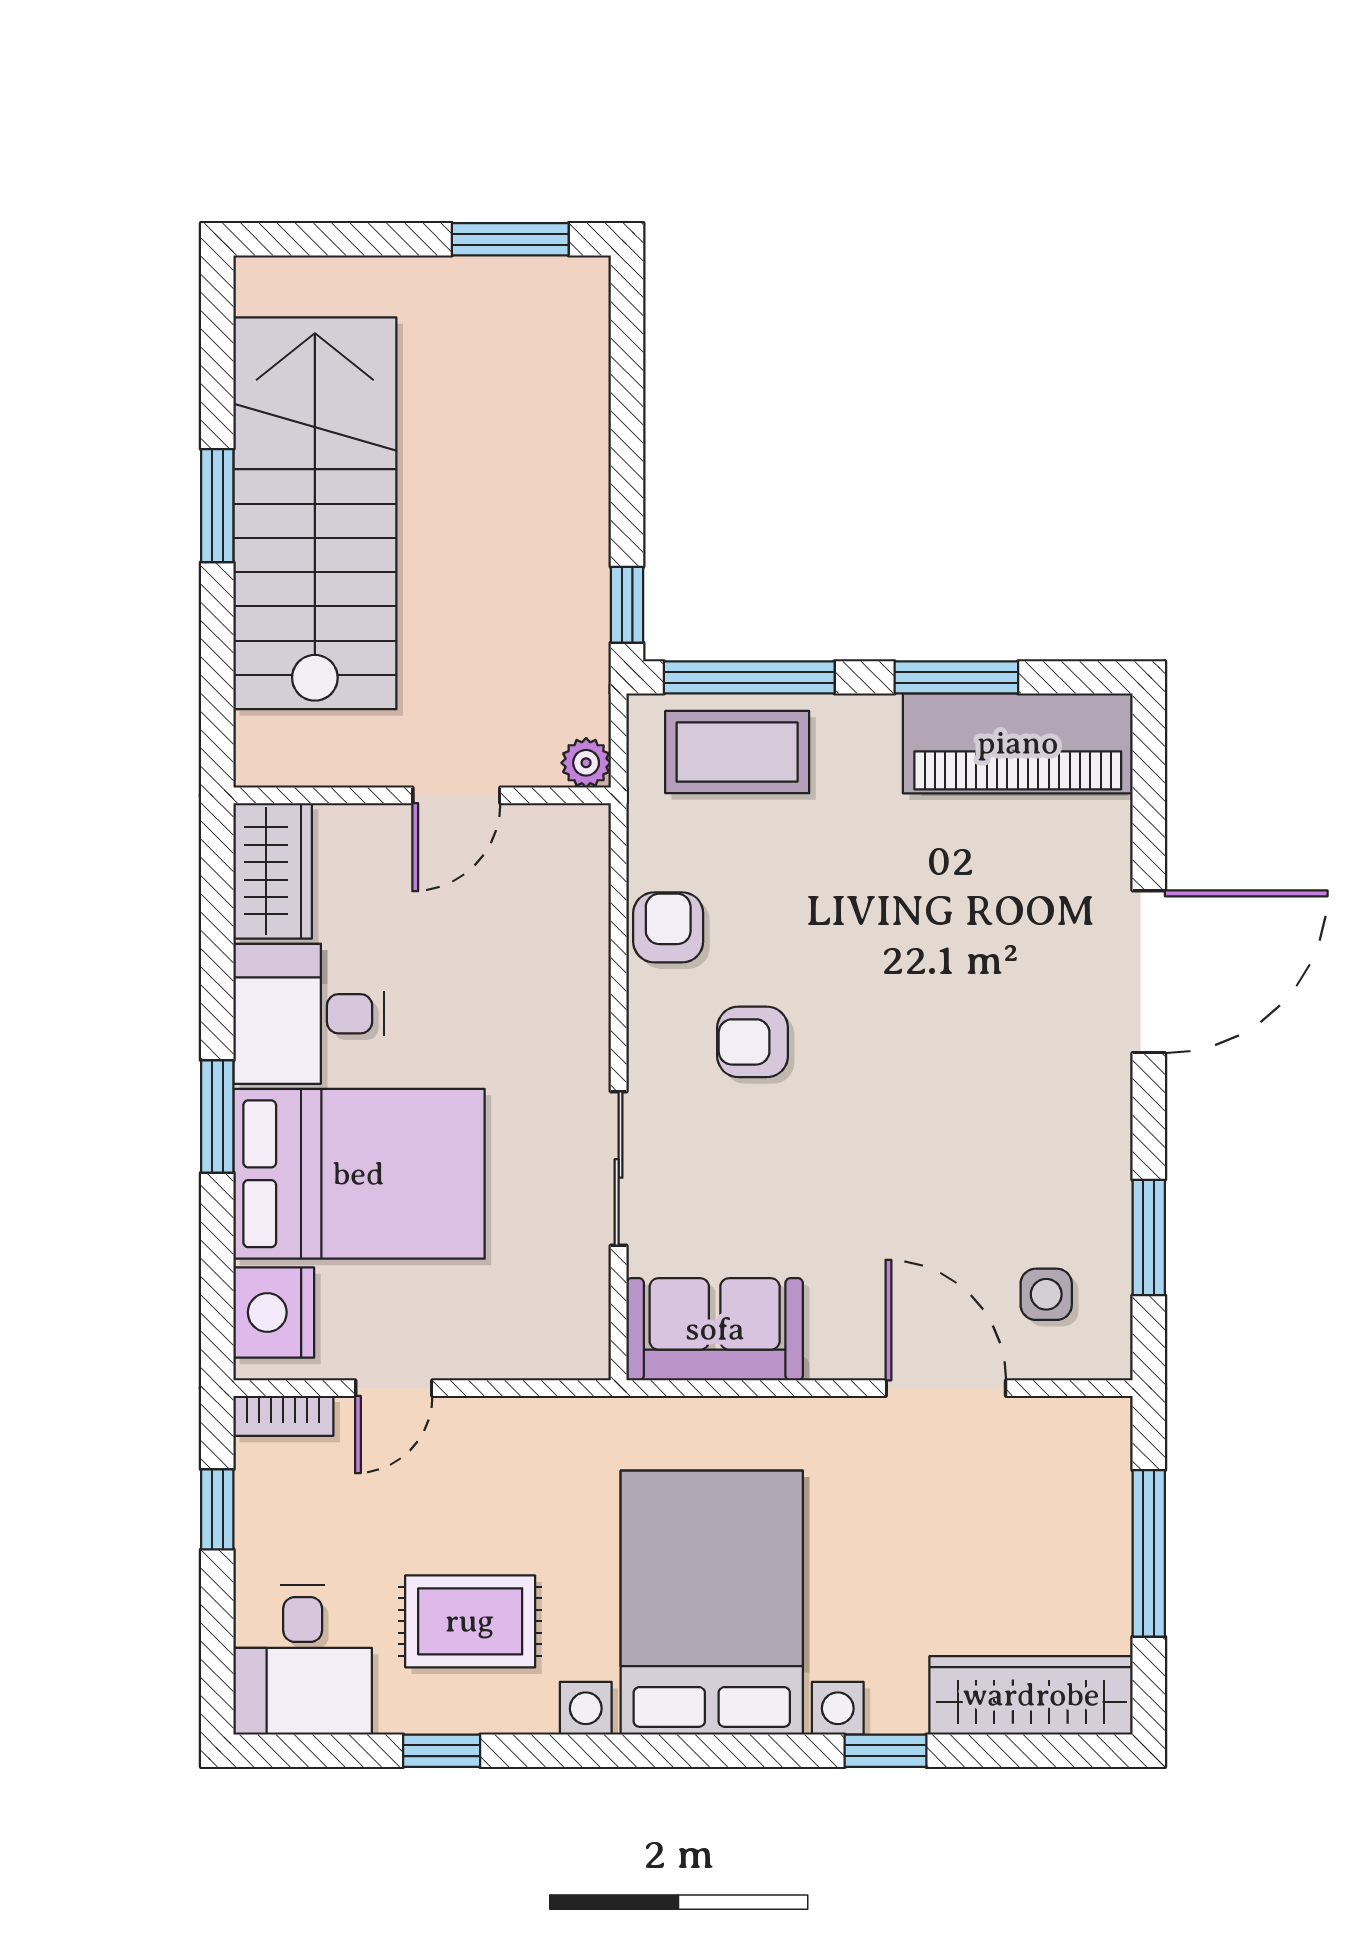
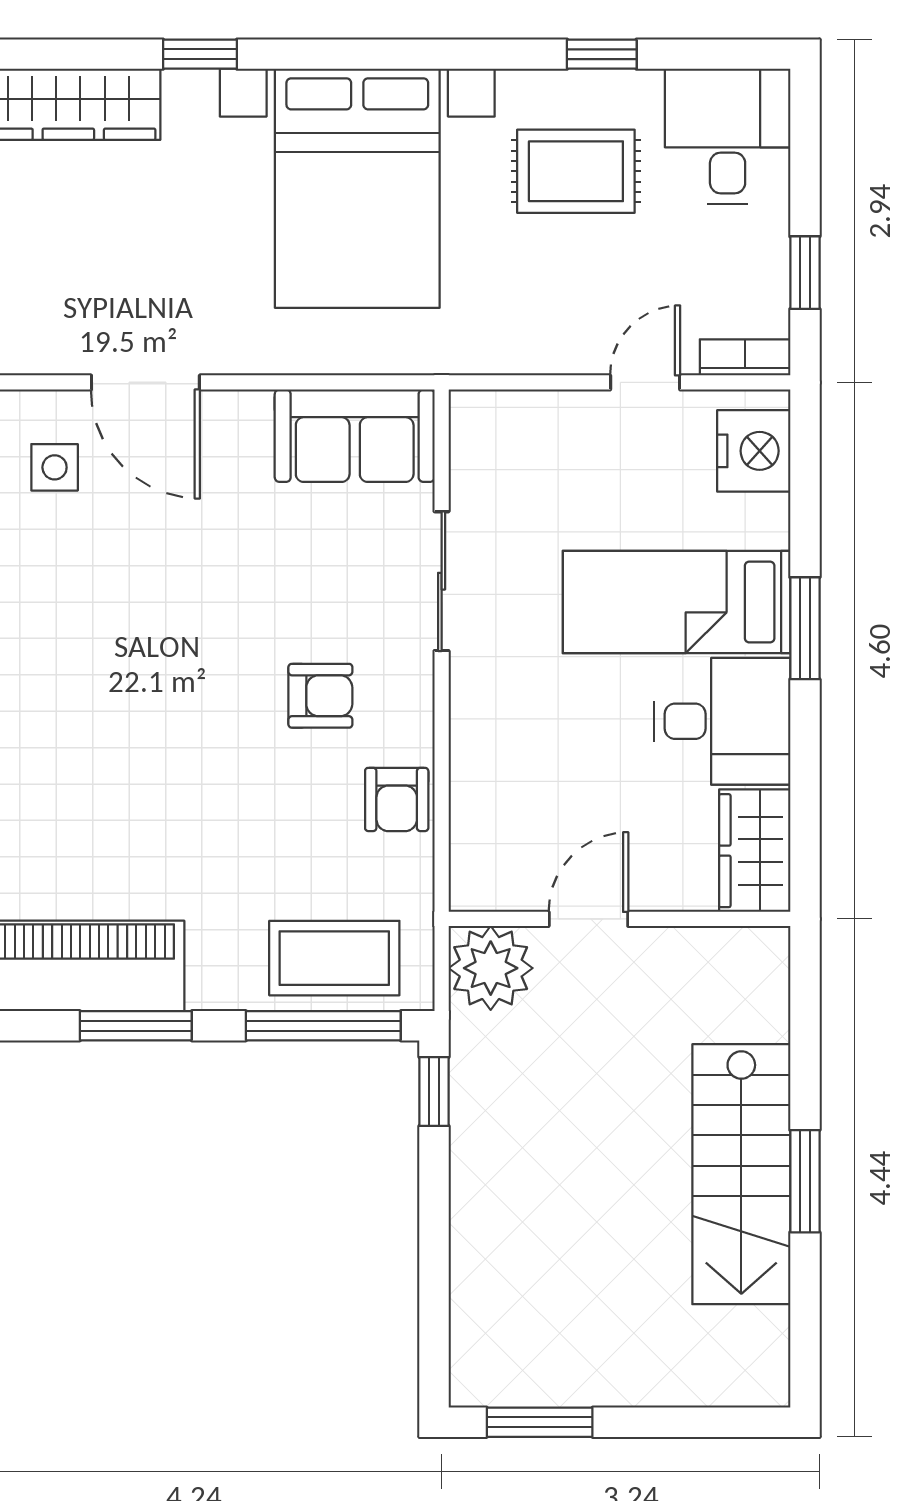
stairs: (315, 513) -> (741, 1174), width x0.73, depth x0.66
plant: (586, 763) -> (491, 968), width x1.88, depth x1.88
bed: (359, 1174) -> (677, 602), width x0.67

